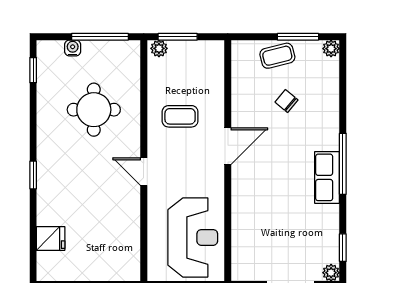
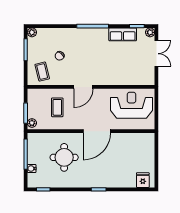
coffee table: (277, 56) -> (42, 72), moved
coffee table: (180, 116) -> (57, 107), moved
door: (228, 146) -> (83, 87), swing flipped
door: (144, 172) -> (97, 131), width x1.88
row of seats: (327, 177) -> (123, 34), moved
fridge: (51, 238) -> (143, 180), moved

